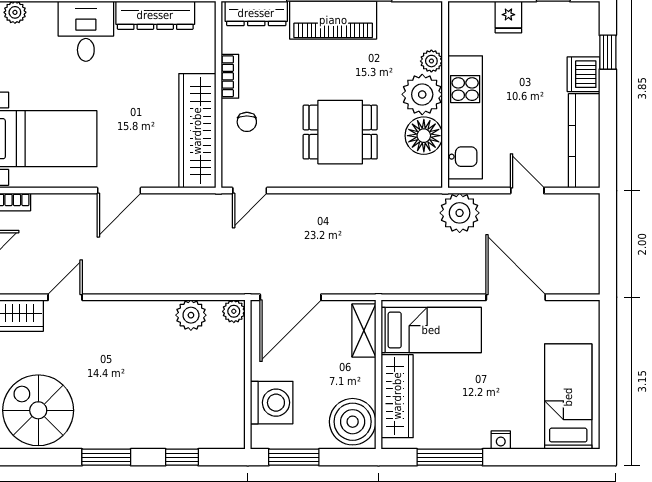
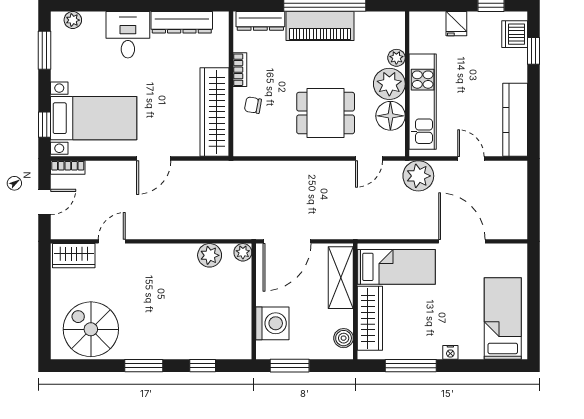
dishwasher: (584, 74) -> (515, 34), moved
chair: (247, 122) -> (253, 105), turned 100
door: (250, 191) -> (369, 158), moved
shelving: (364, 330) -> (341, 278), width x1.50, depth x1.33
boiler: (353, 422) -> (344, 338), width x0.54, depth x0.54

